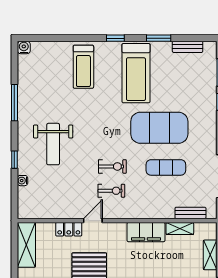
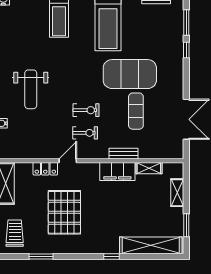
exercise mat: (166, 167) -> (136, 111), turned 90
bench: (190, 213) -> (123, 154), moved

